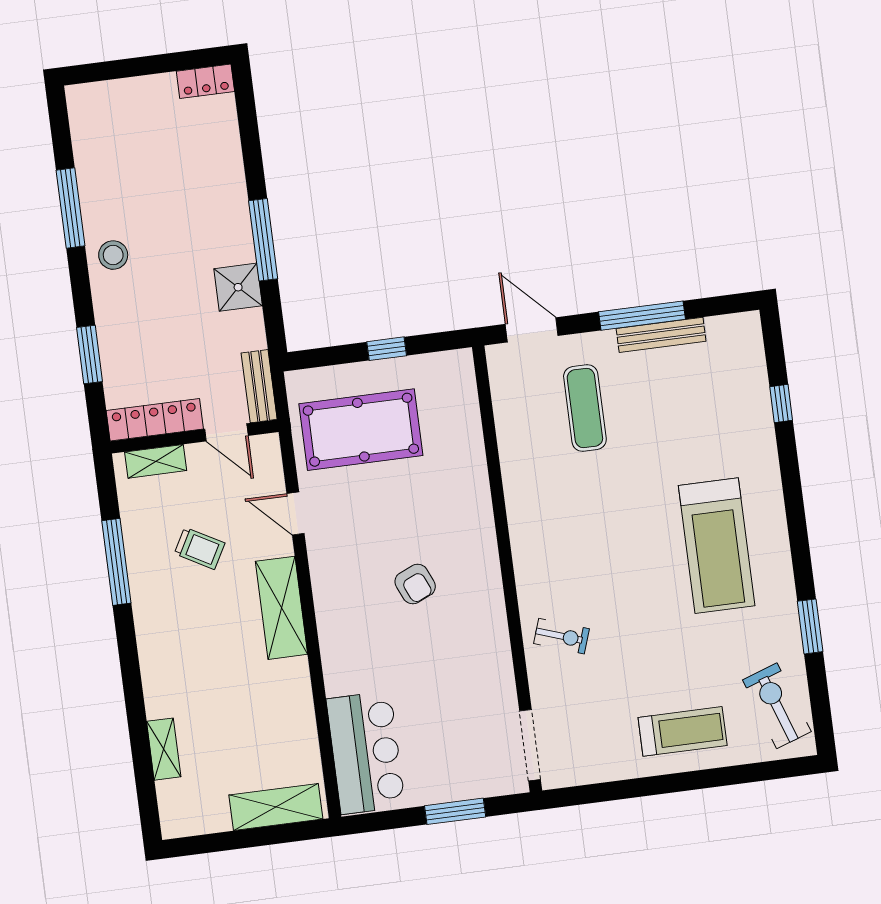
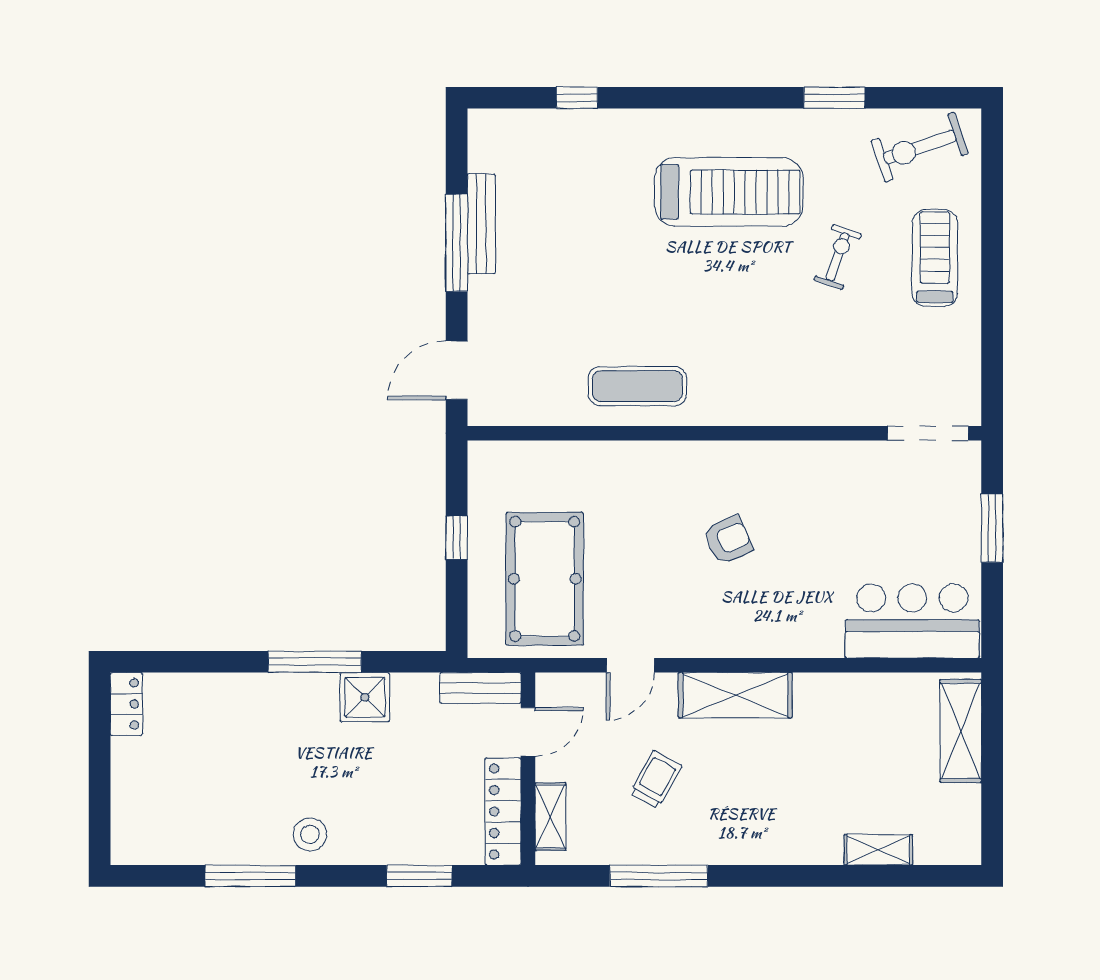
exercise mat: (585, 408) -> (637, 386), moved
exercise bike: (561, 636) -> (838, 257), moved

